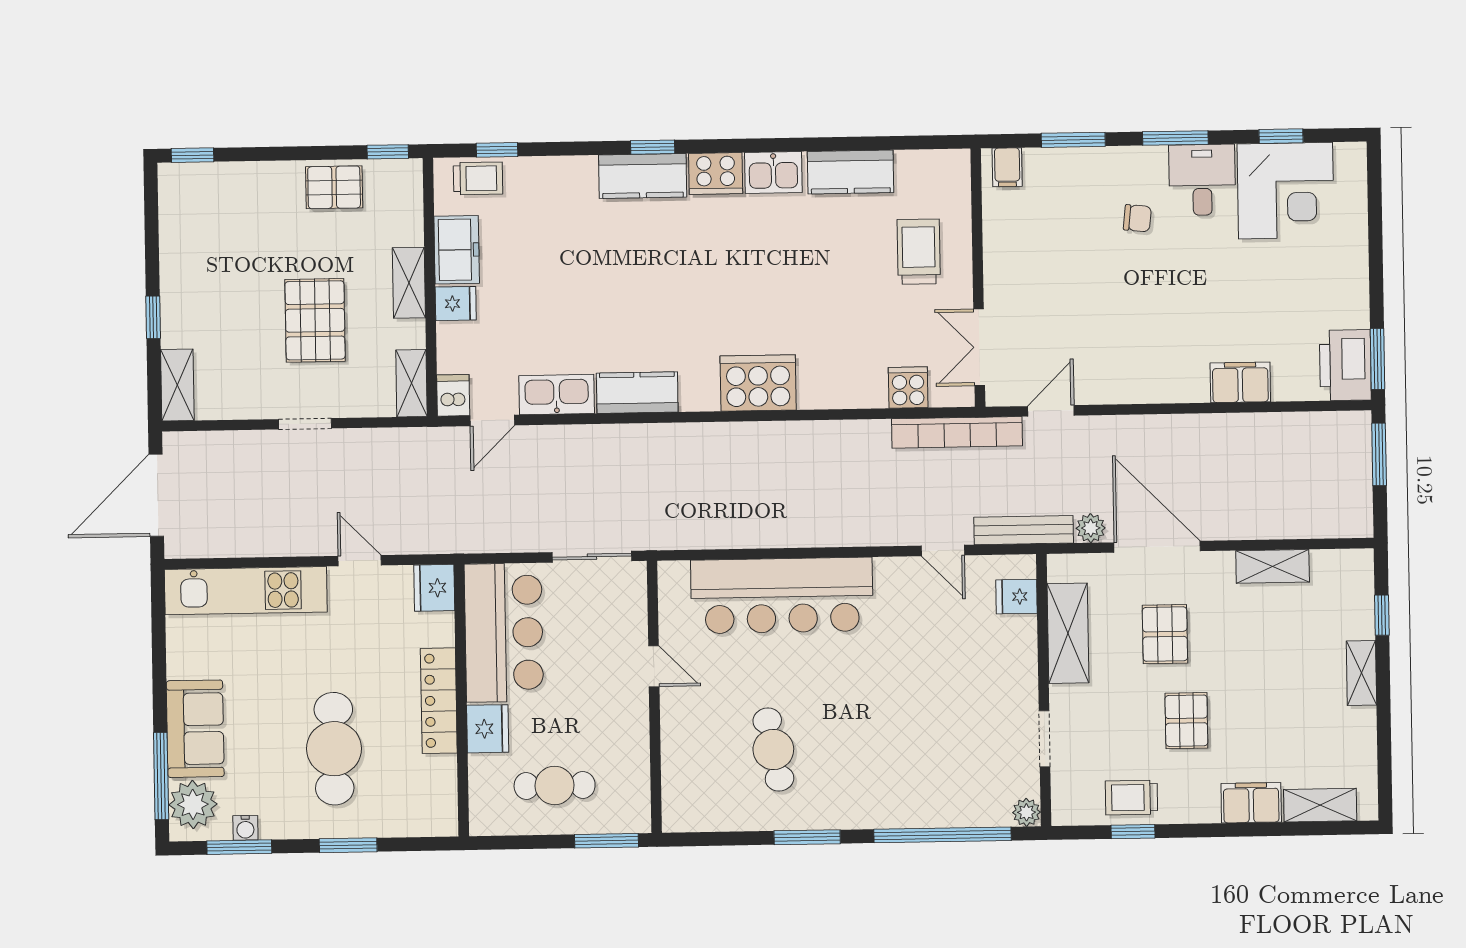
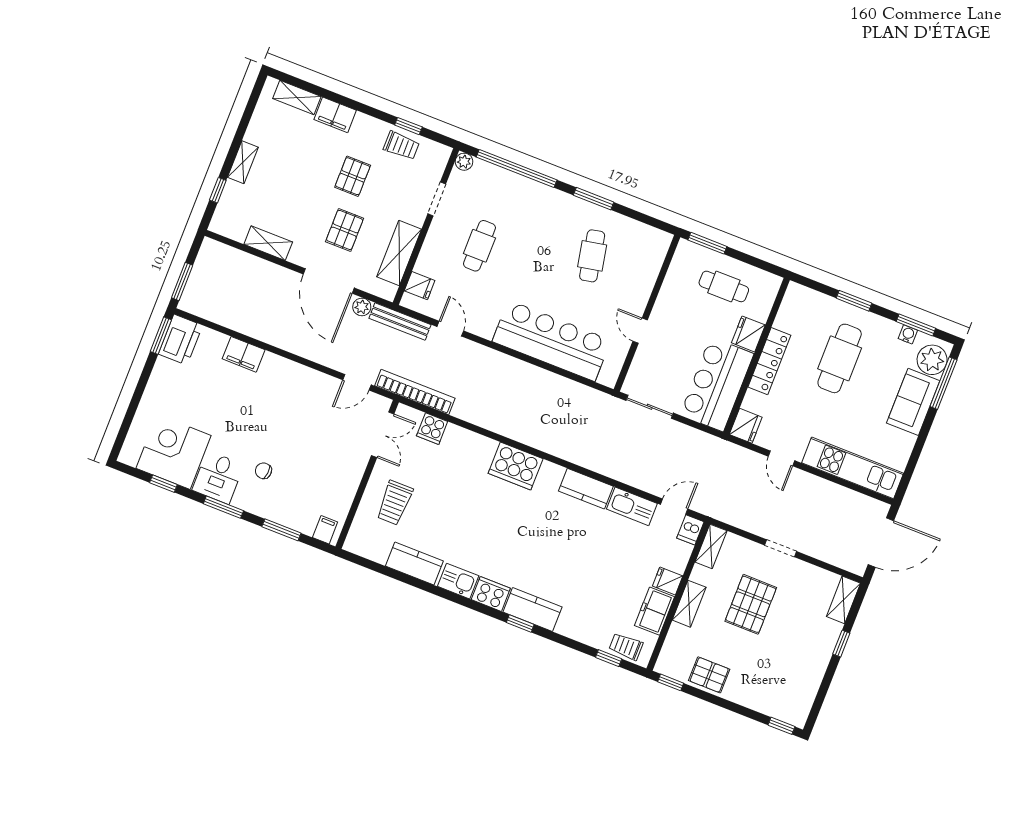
cafe table: (950, 694) -> (479, 246), added

